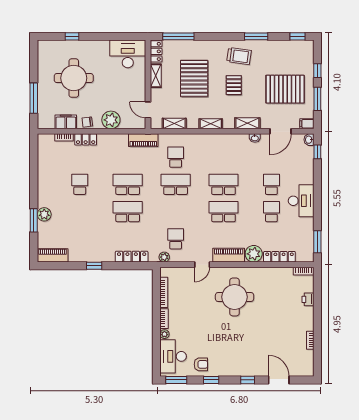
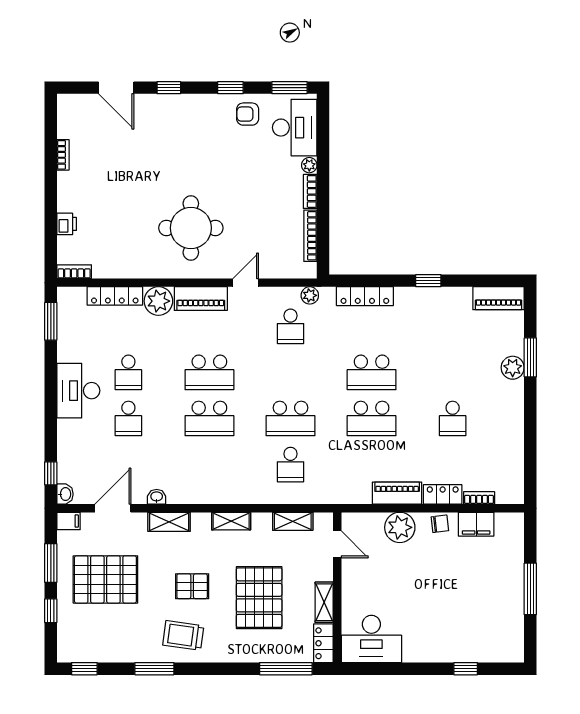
round table: (74, 78) -> (463, 598), removed
pallet: (234, 85) -> (192, 586), turned 90
window: (34, 98) -> (530, 589), moved
piano: (143, 140) -> (397, 493), moved

